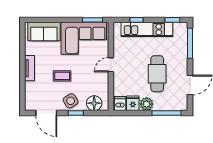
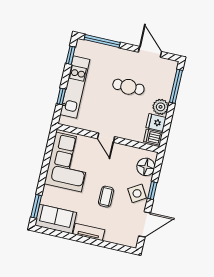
window: (93, 20) -> (36, 206), moved
sofa: (44, 32) -> (56, 219), moved, turned -90
cafe table: (157, 74) -> (128, 87), width x0.73, depth x0.74

